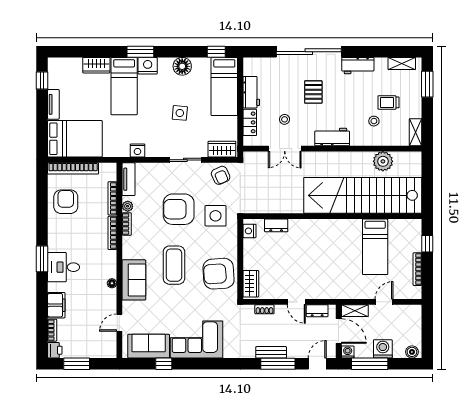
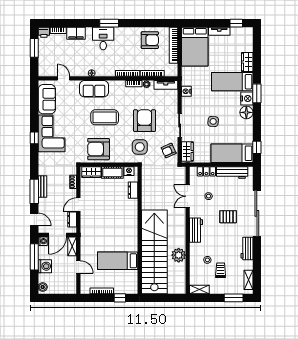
floor lamp: (182, 66) -> (246, 112), moved
workbench: (251, 92) -> (232, 172), width x1.38
plant: (383, 161) -> (179, 255), moved
cot: (251, 254) -> (112, 172), added
armchair: (219, 274) -> (99, 149), turned -86
window: (164, 364) -> (34, 138), moved

